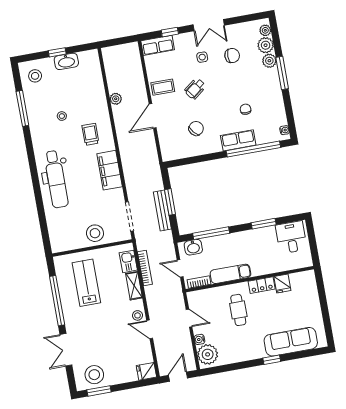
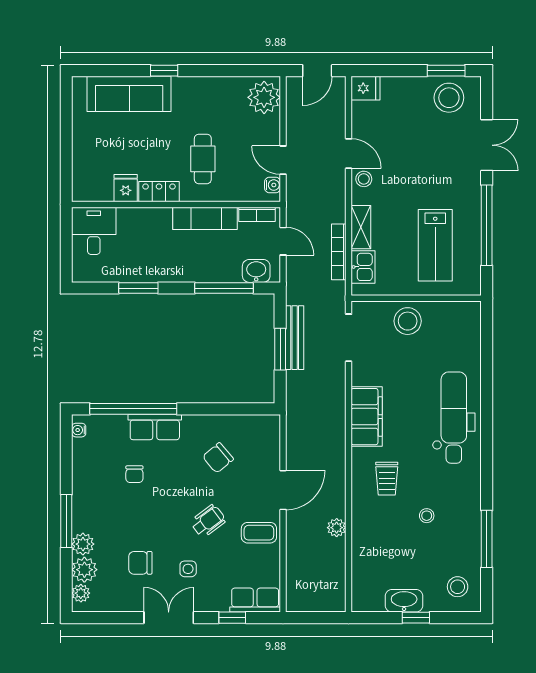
desk: (291, 237) -> (94, 231), moved, turned 180
water cooler: (200, 339) -> (273, 185), moved

